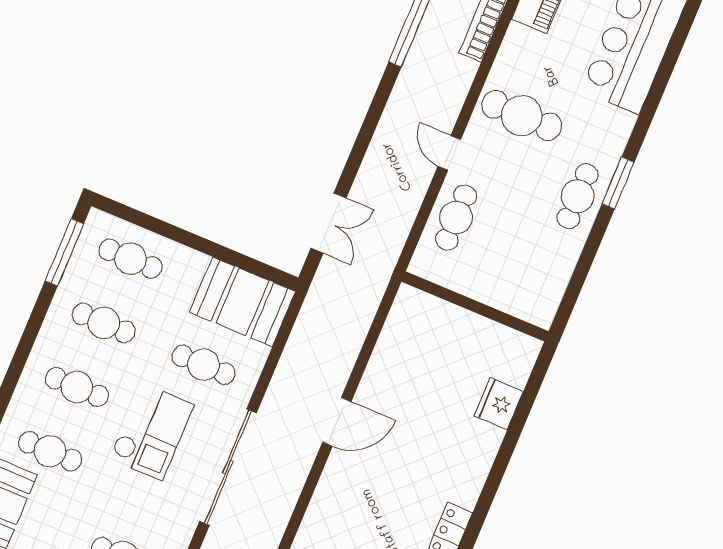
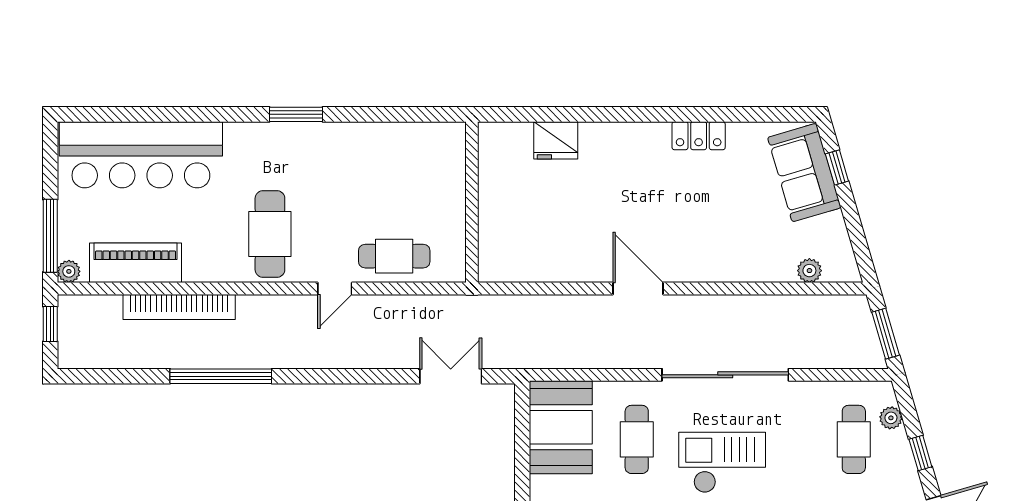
cafe table: (578, 196) -> (325, 148), removed

